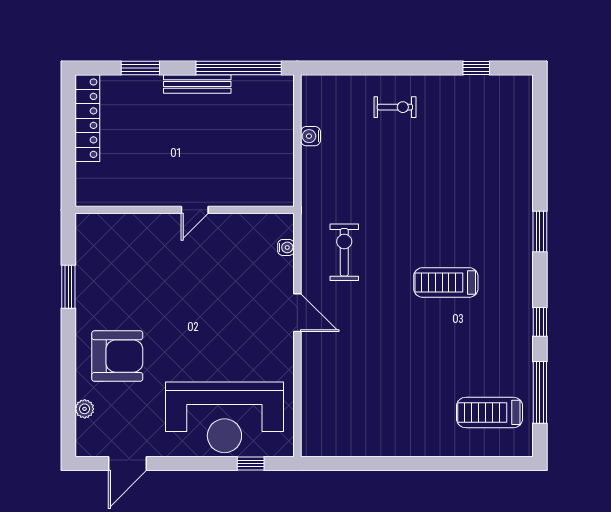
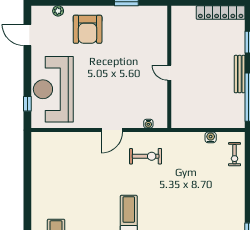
exercise bike: (395, 107) -> (235, 154), moved

